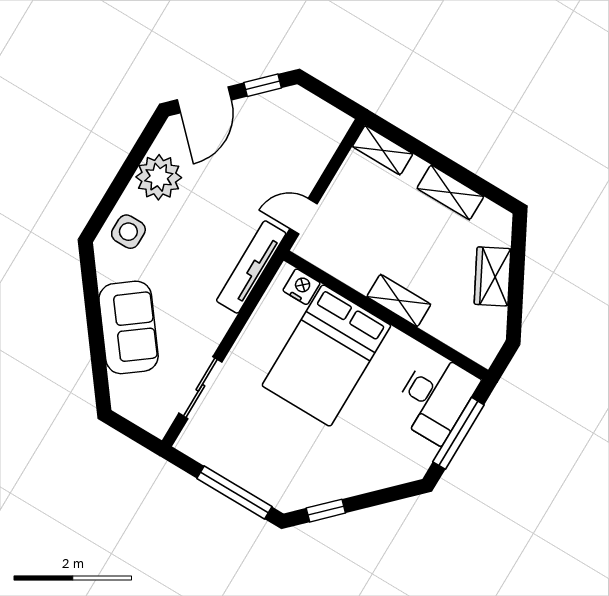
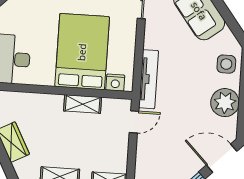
door: (204, 100) -> (222, 158), hinge flipped
shelving: (399, 301) -> (83, 104), moved

